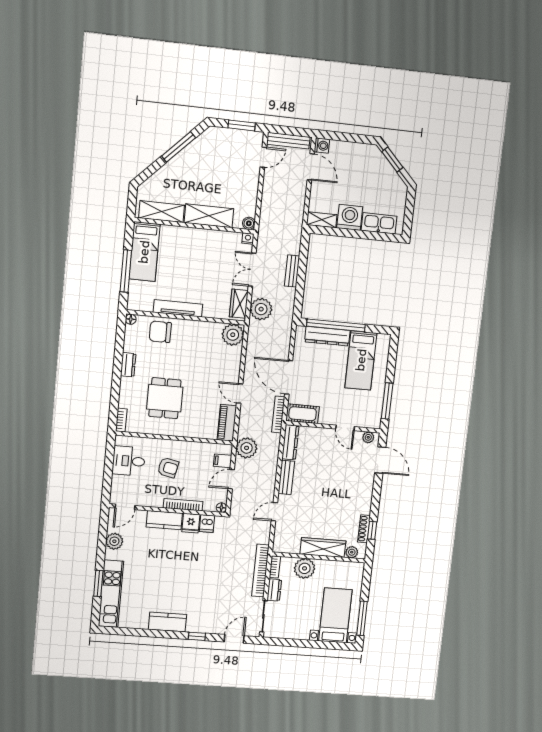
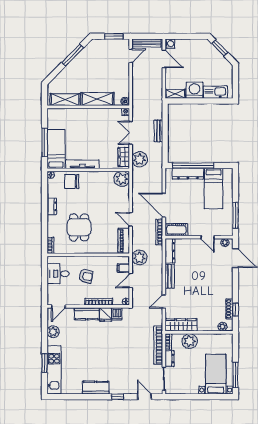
bed: (144, 252) -> (56, 149), moved, turned 180
wardrobe: (323, 548) -> (181, 325), moved
door: (234, 639) -> (144, 397), hinge flipped

